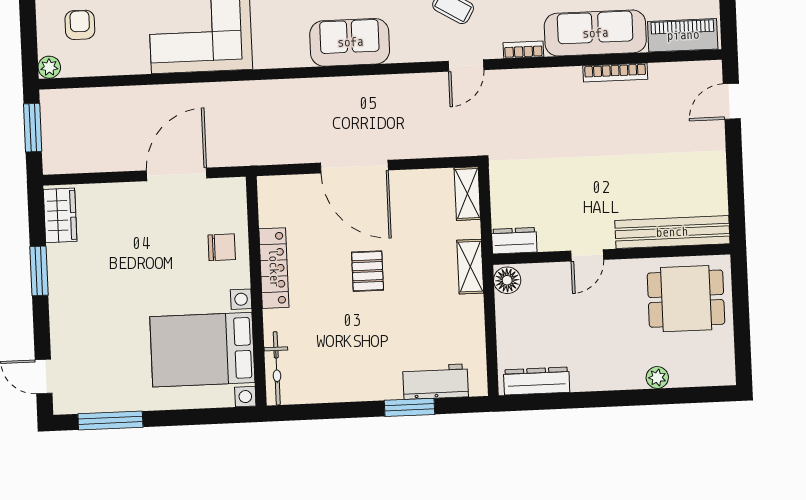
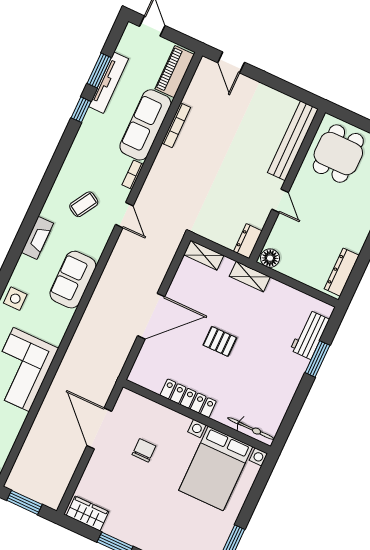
chair: (222, 247) -> (144, 450), moved

